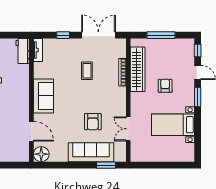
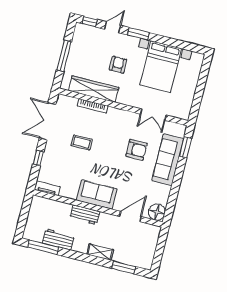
workbench: (23, 51) -> (85, 215), moved
armchair: (165, 86) -> (118, 65), turned 90
bed with nightstands: (173, 125) -> (161, 67), width x1.36

